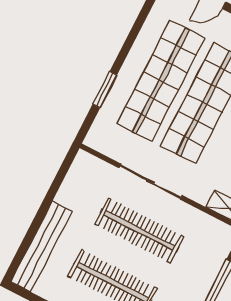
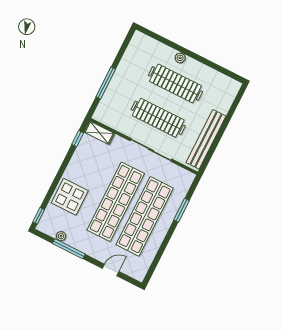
bench: (41, 247) -> (206, 139), moved

